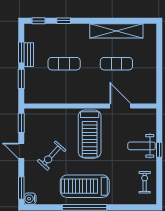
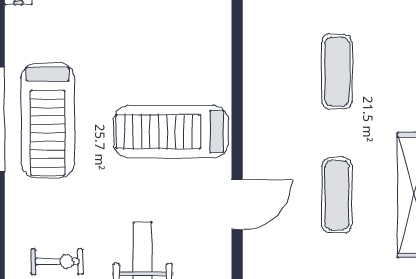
exercise bike: (52, 156) -> (120, 42), removed
treadmill: (85, 186) -> (48, 120), turned 180

